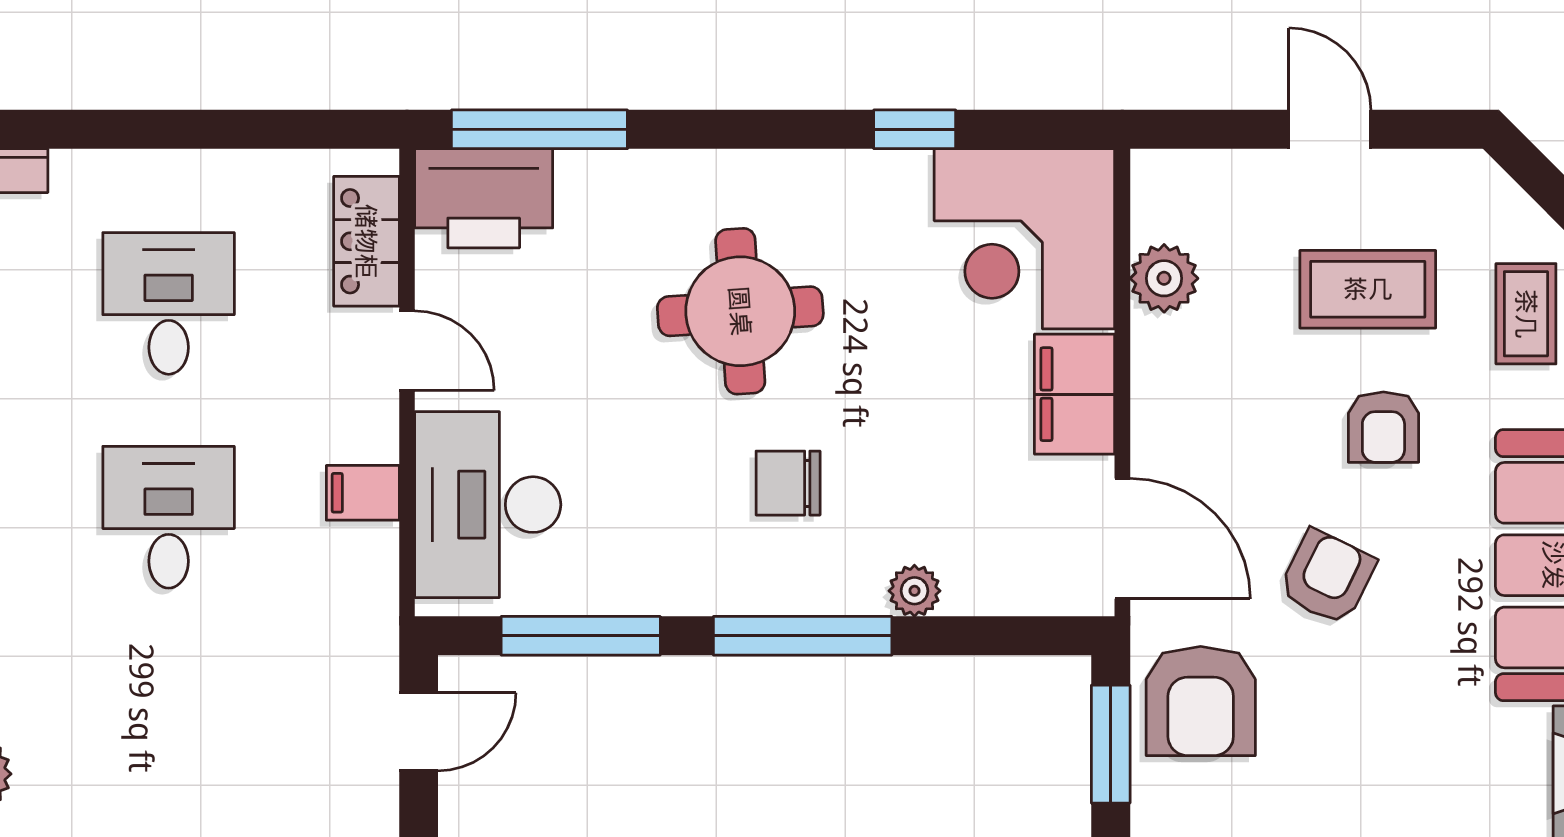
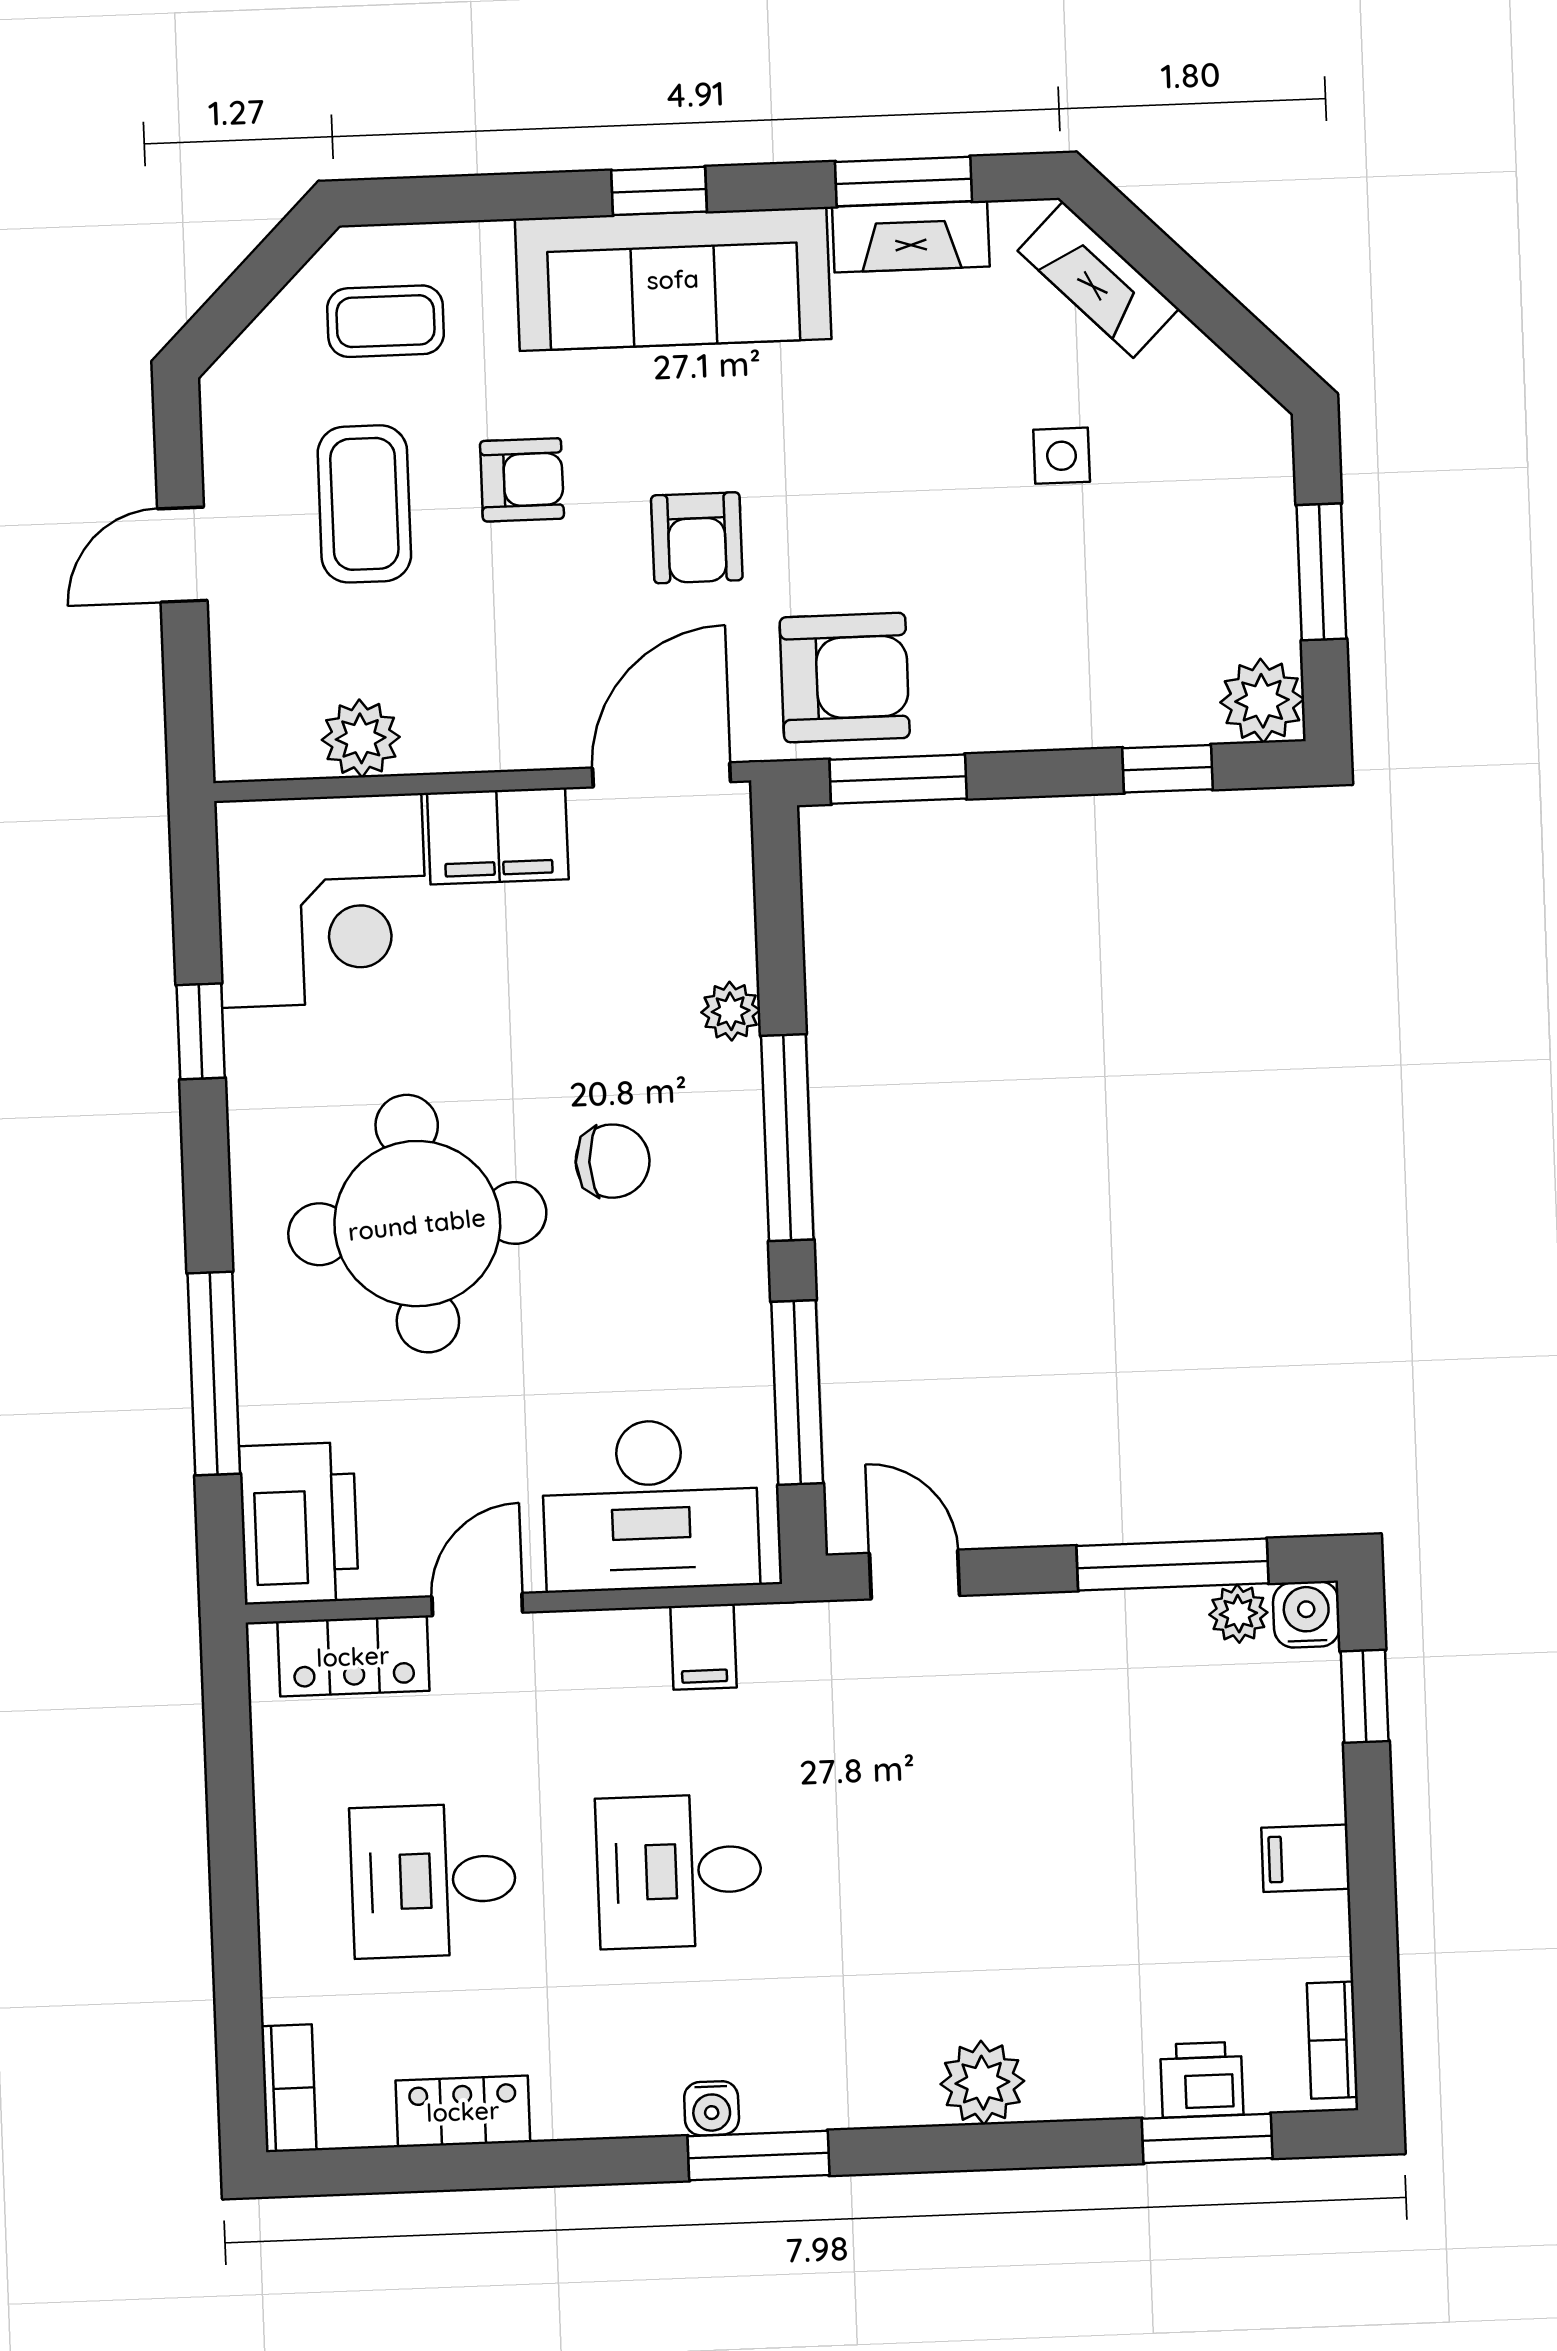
window: (539, 129) -> (214, 1374), moved
round table: (740, 311) -> (417, 1224), width x1.36, depth x1.36
chair: (788, 483) -> (613, 1161), turned -90
filing cabinet: (363, 493) -> (703, 1647), moved
armchair: (1327, 577) -> (697, 538), turned -116

